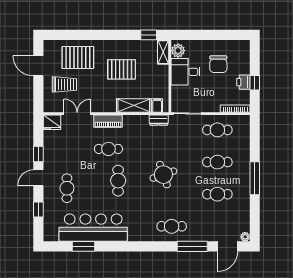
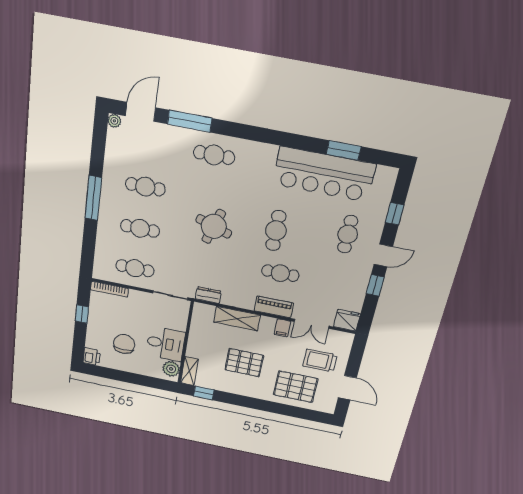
printer: (243, 82) -> (92, 357), moved
filing cabinet: (157, 105) -> (282, 328), moved
round table: (163, 175) -> (214, 226), turned 37

